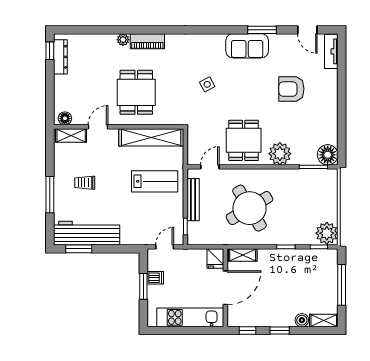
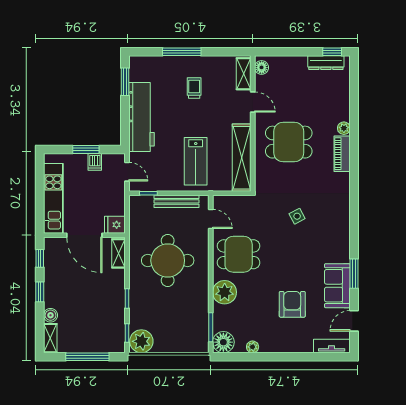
sofa: (247, 46) -> (337, 286), moved
plant: (332, 127) -> (253, 347), added
round table: (250, 208) -> (168, 260), turned 31
workbench: (87, 233) -> (141, 117), moved

